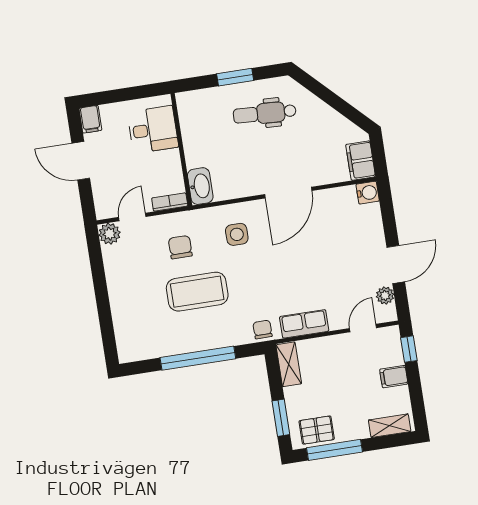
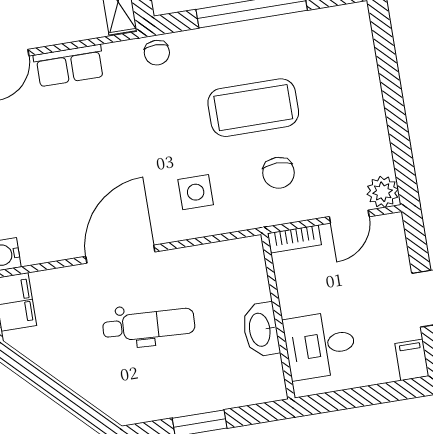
dental chair: (265, 113) -> (149, 325), moved
washbasin: (200, 186) -> (261, 330), moved
row of seats: (304, 324) -> (69, 66), moved

